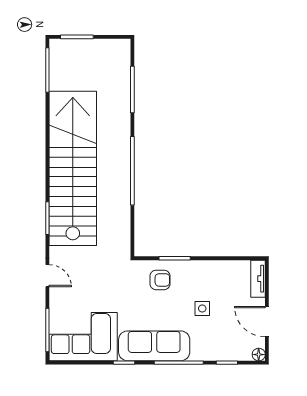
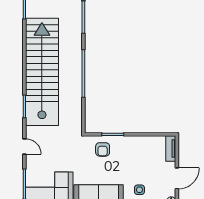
armchair: (160, 280) -> (103, 149), turned 90
side table: (202, 308) -> (139, 190), moved
door: (267, 322) -> (177, 178), swing flipped

